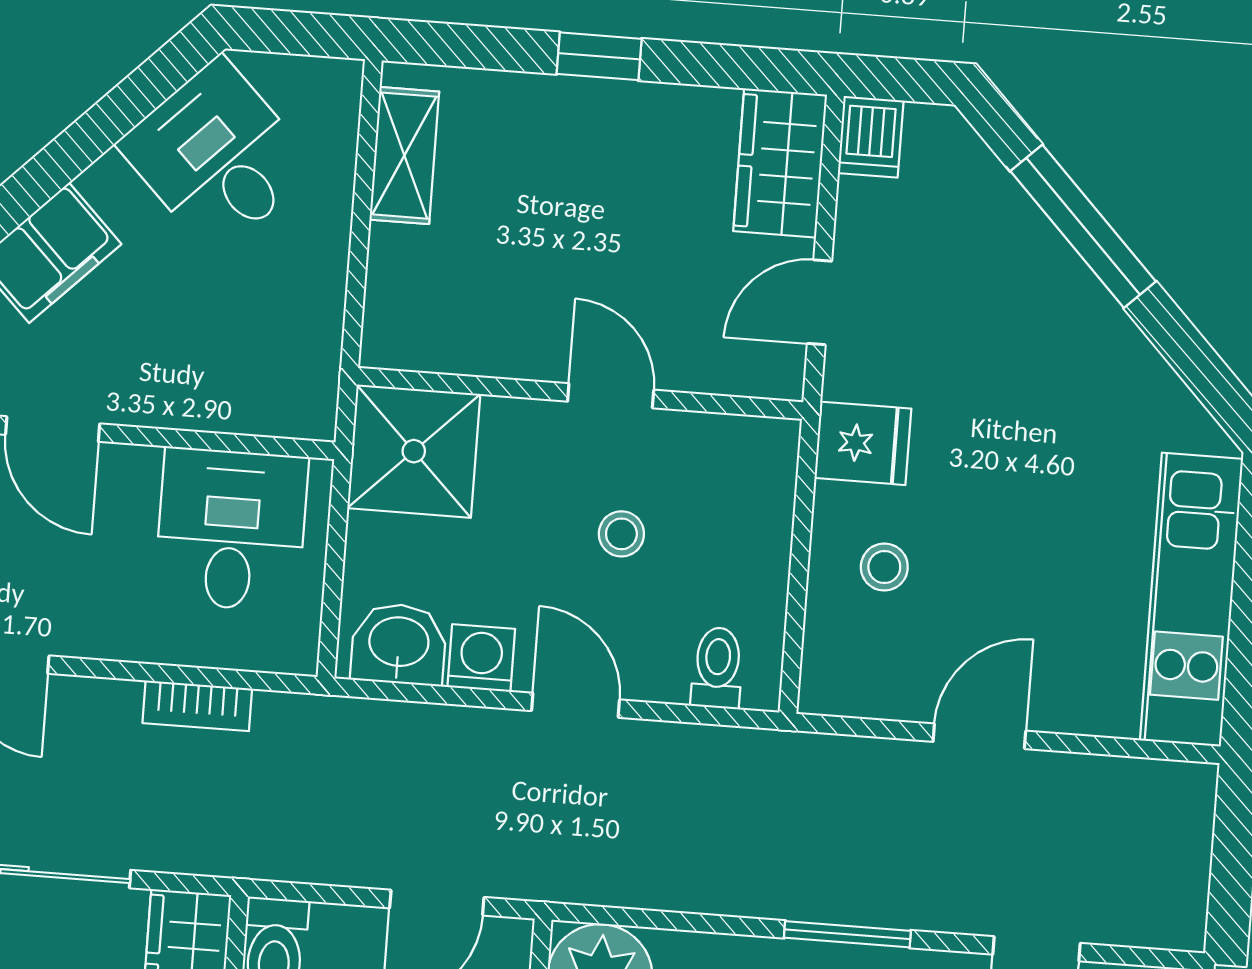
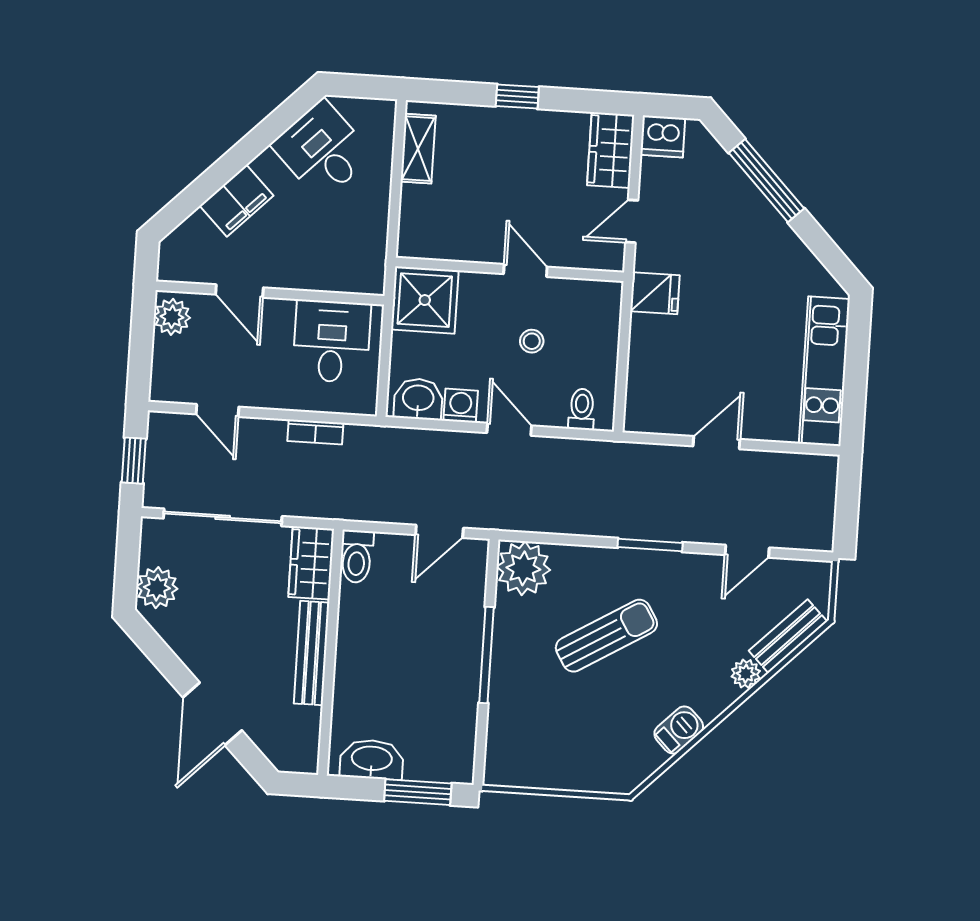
dishwasher: (871, 137) -> (663, 136), width x1.38
stool: (884, 567) -> (667, 357), removed

